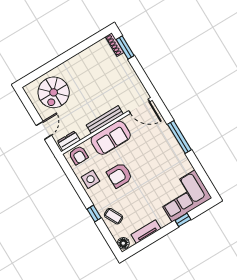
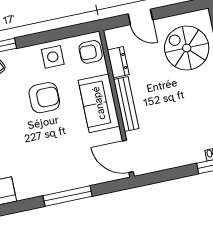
door: (139, 106) -> (128, 156), hinge flipped
dresser: (69, 141) -> (118, 62), moved
armchair: (120, 175) -> (44, 98), turned 90

